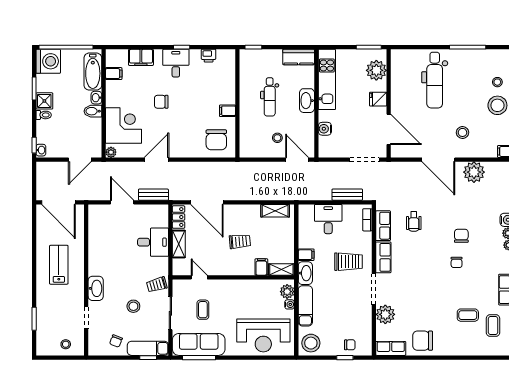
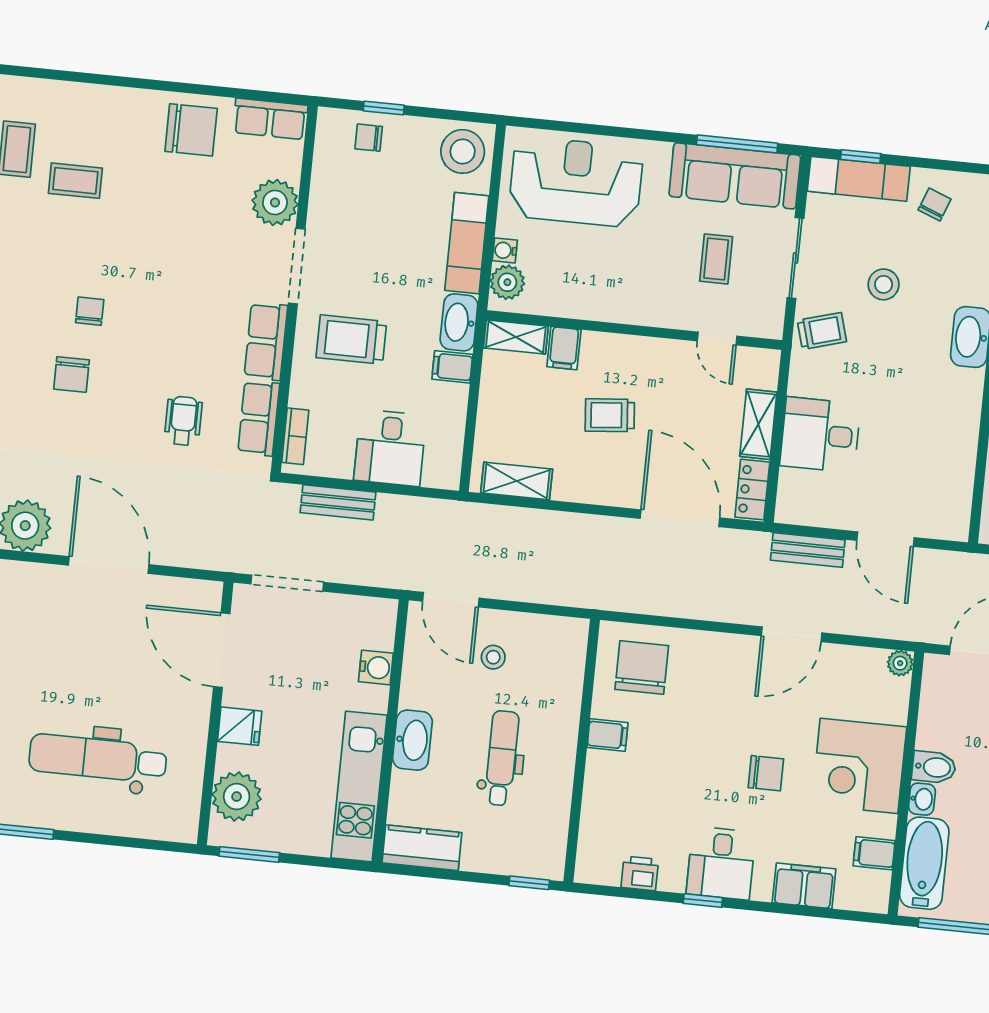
dental chair: (435, 80) -> (98, 758), turned -90
corner desk: (123, 126) -> (859, 766), moved
stool: (462, 132) -> (43, 625), removed

